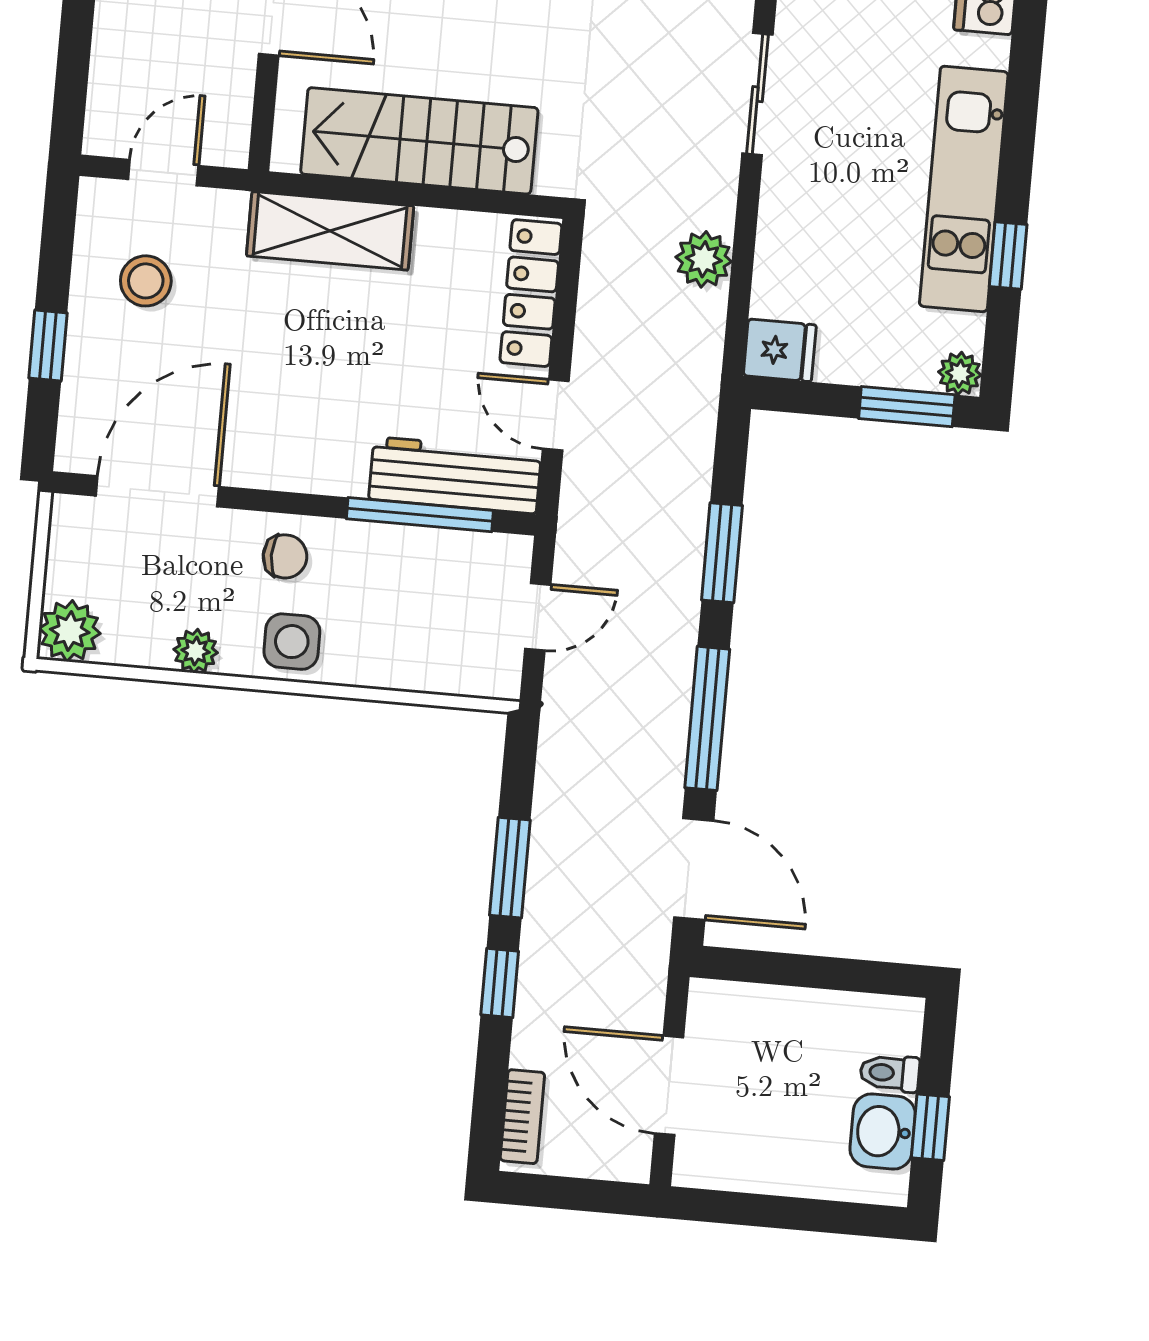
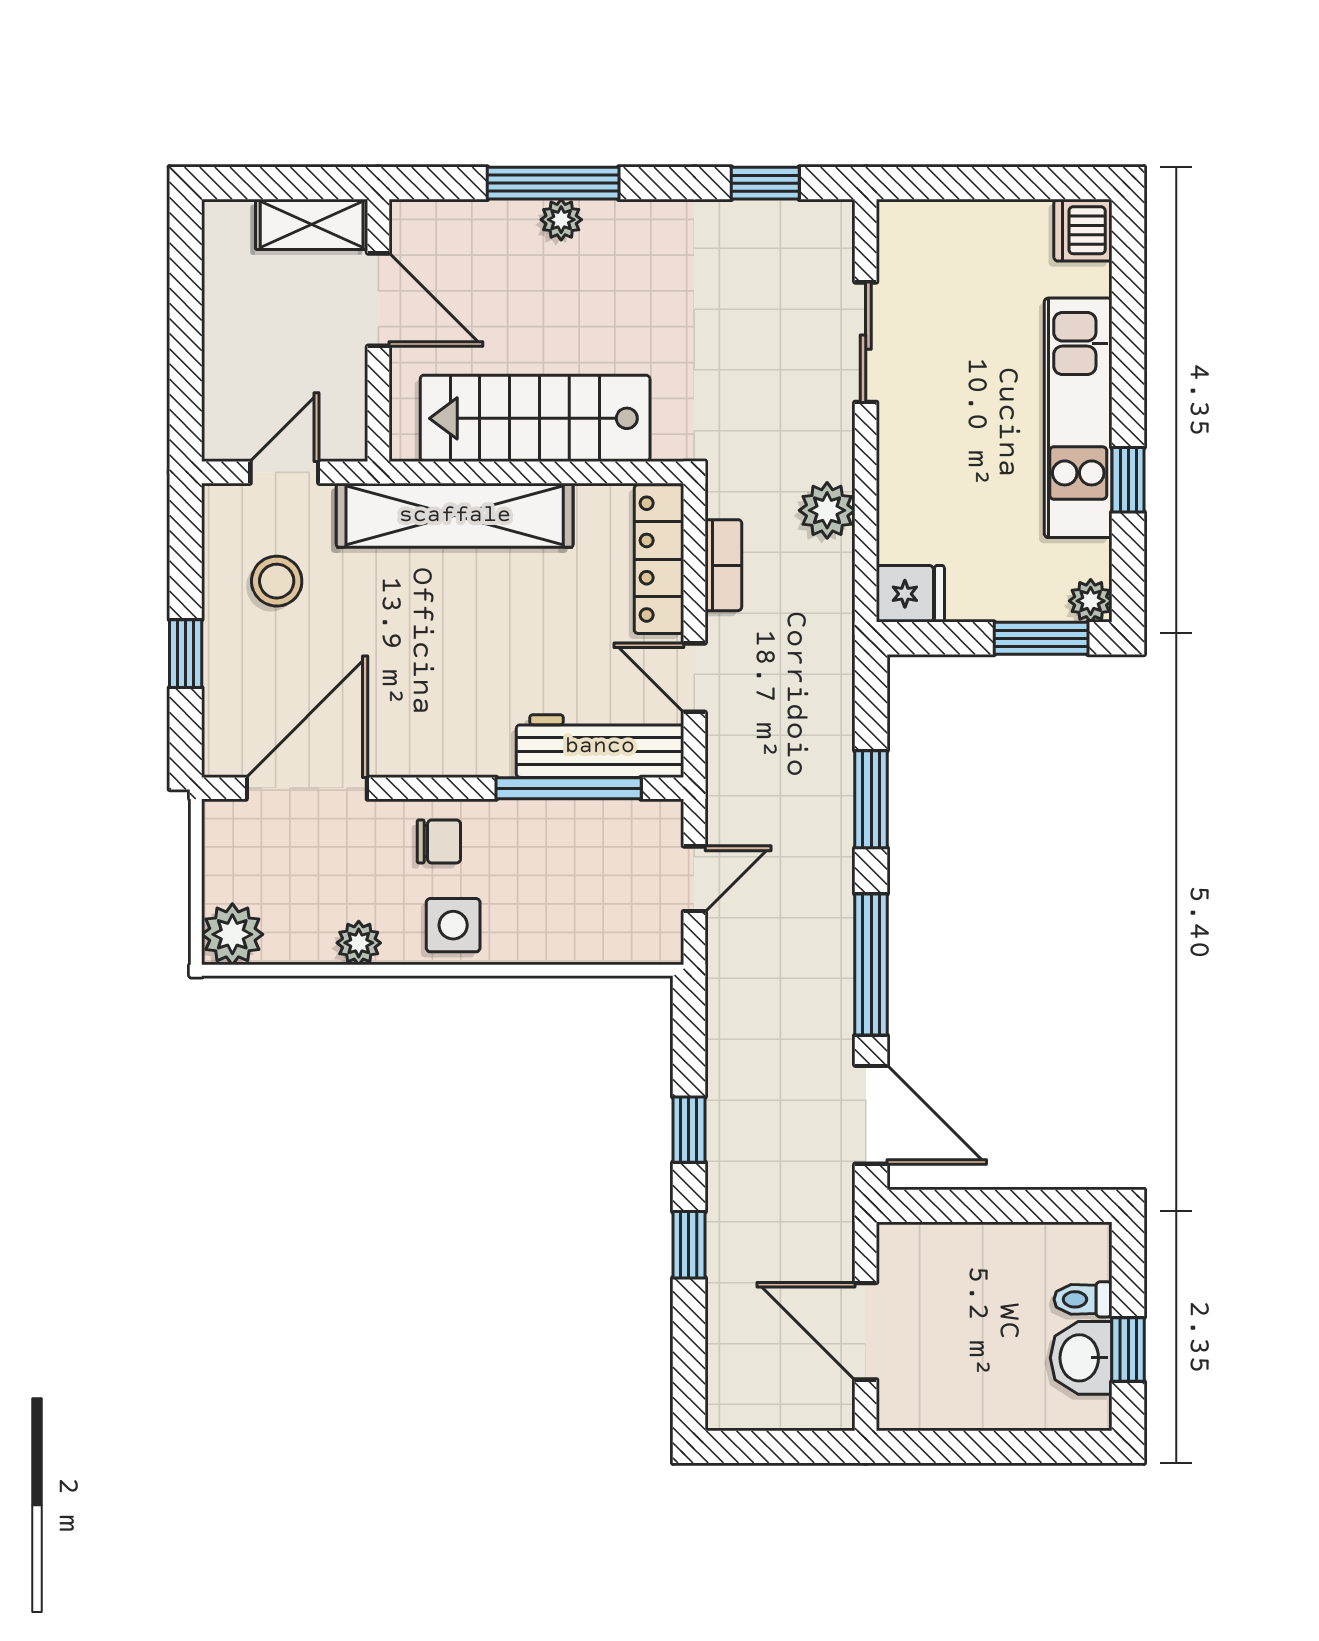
shelving: (330, 231) -> (455, 515), width x1.47
window: (510, 868) -> (689, 1130), width x0.67
bookcase: (522, 1117) -> (723, 565), moved

